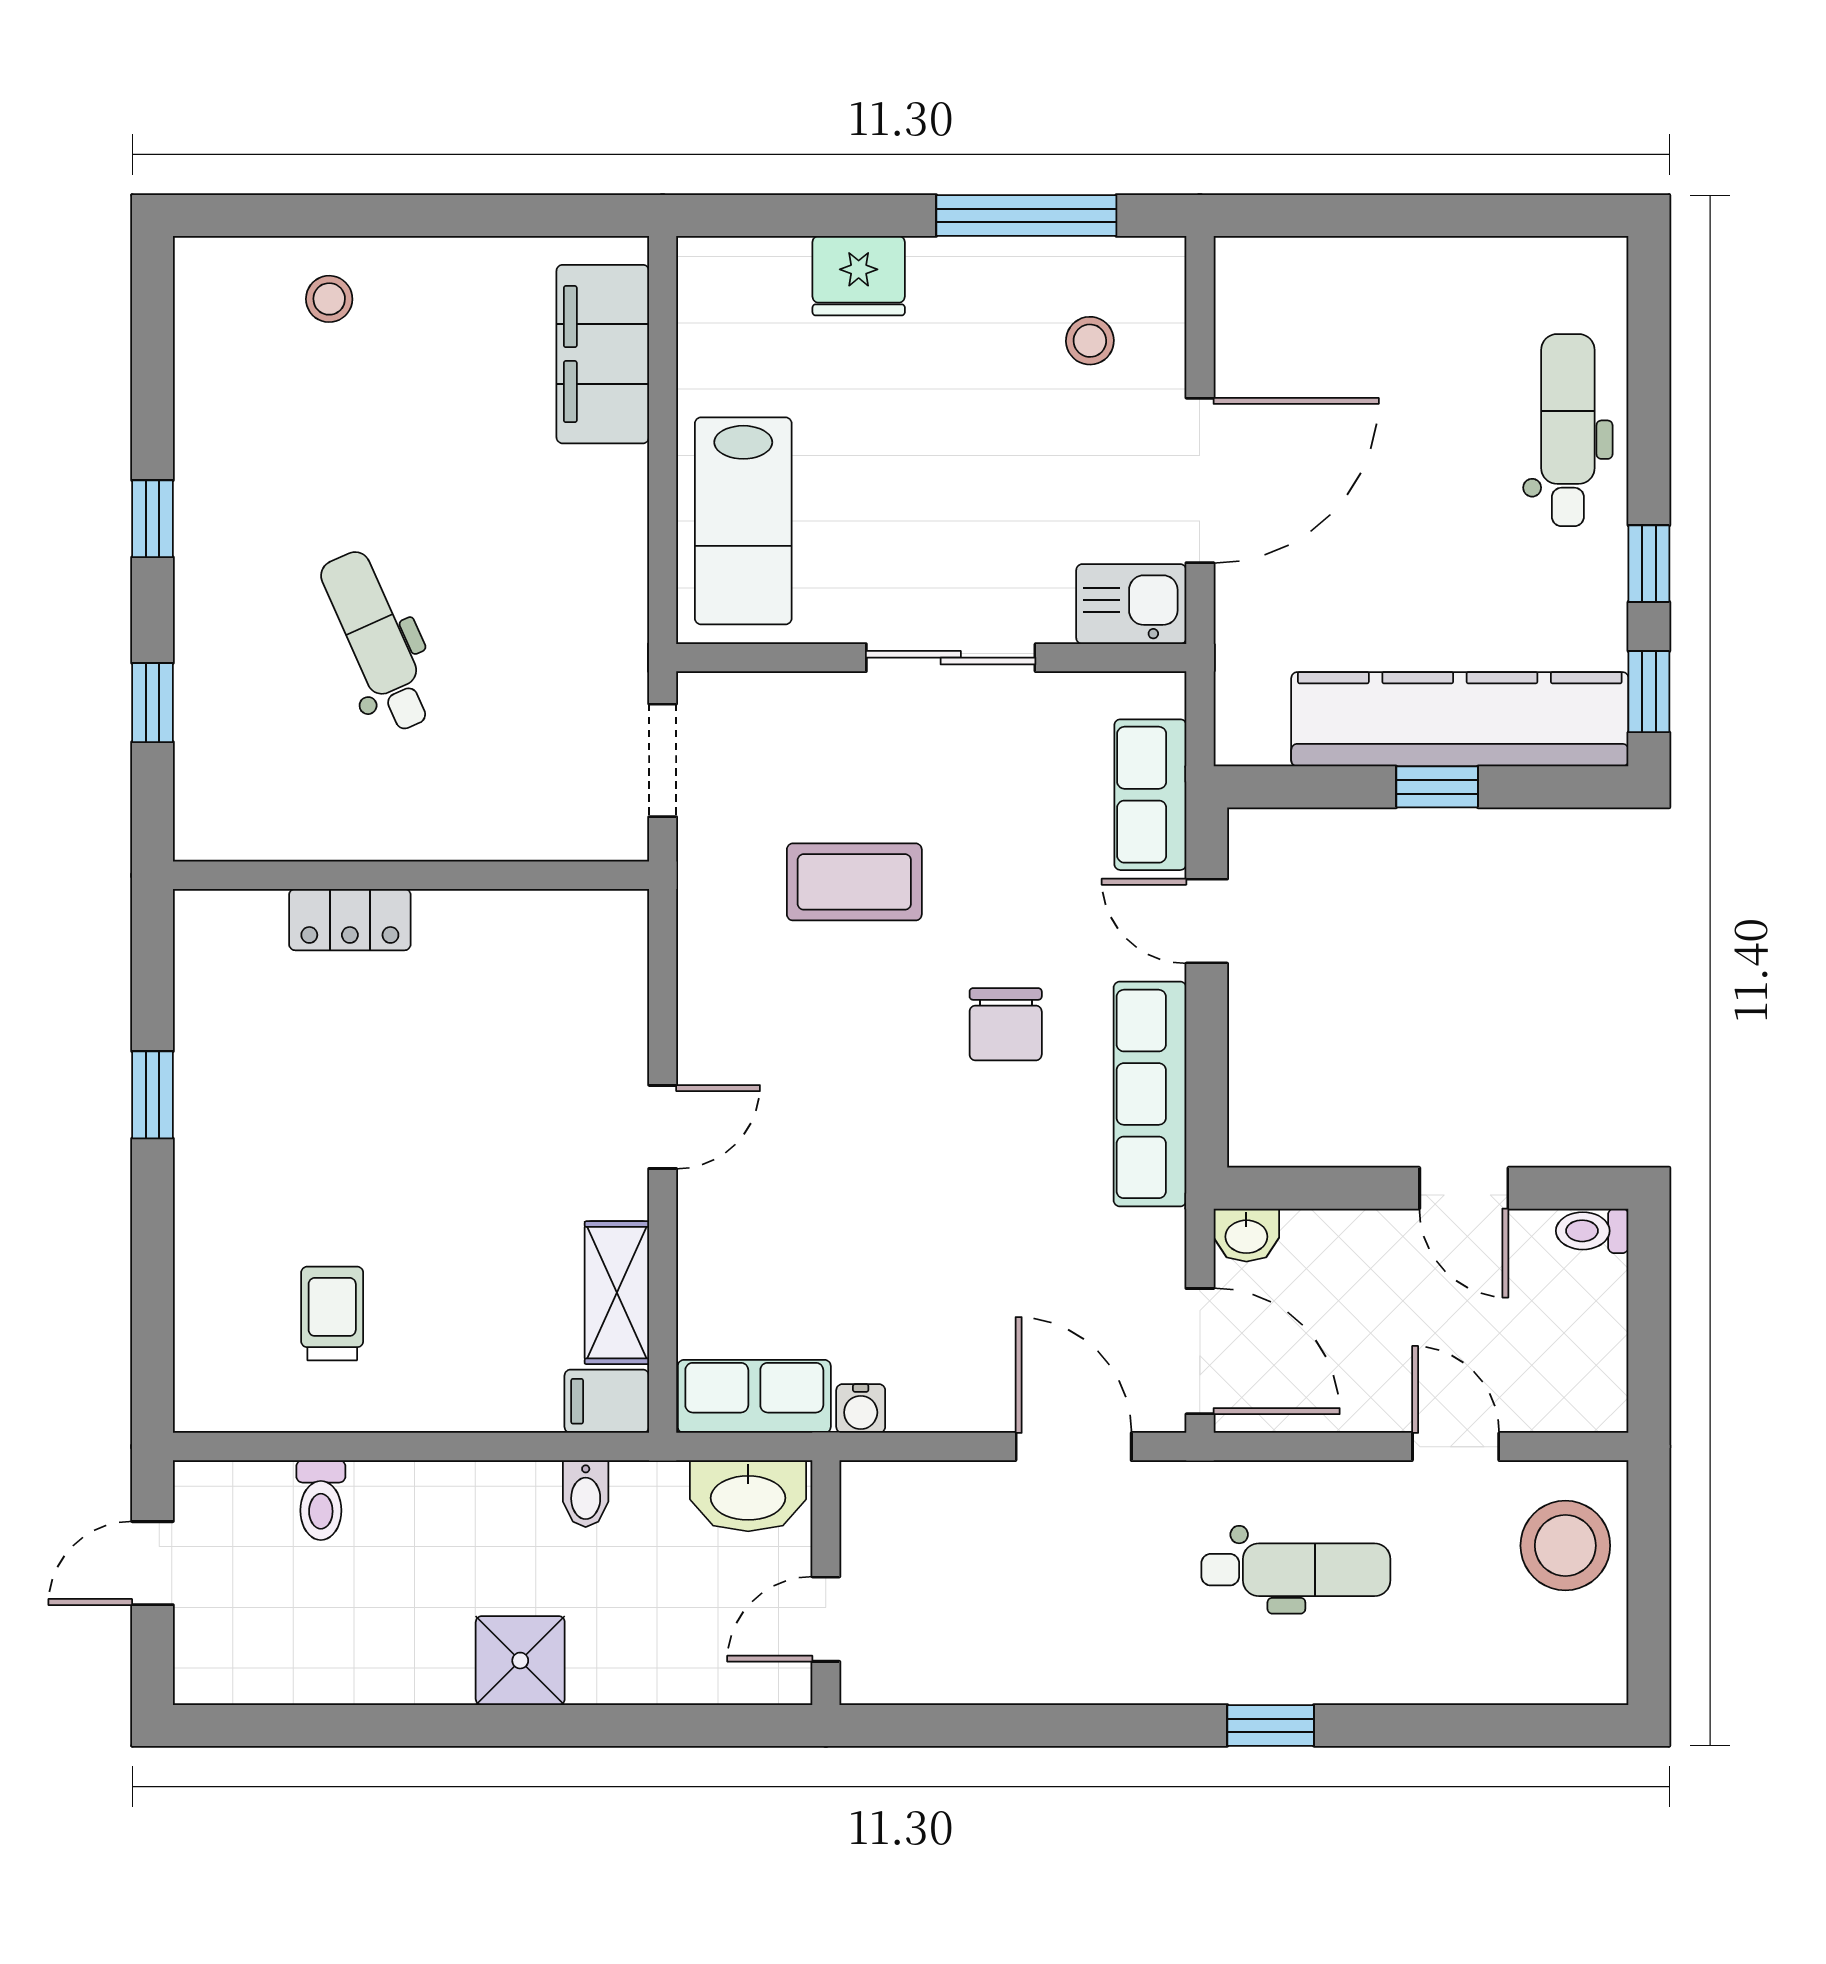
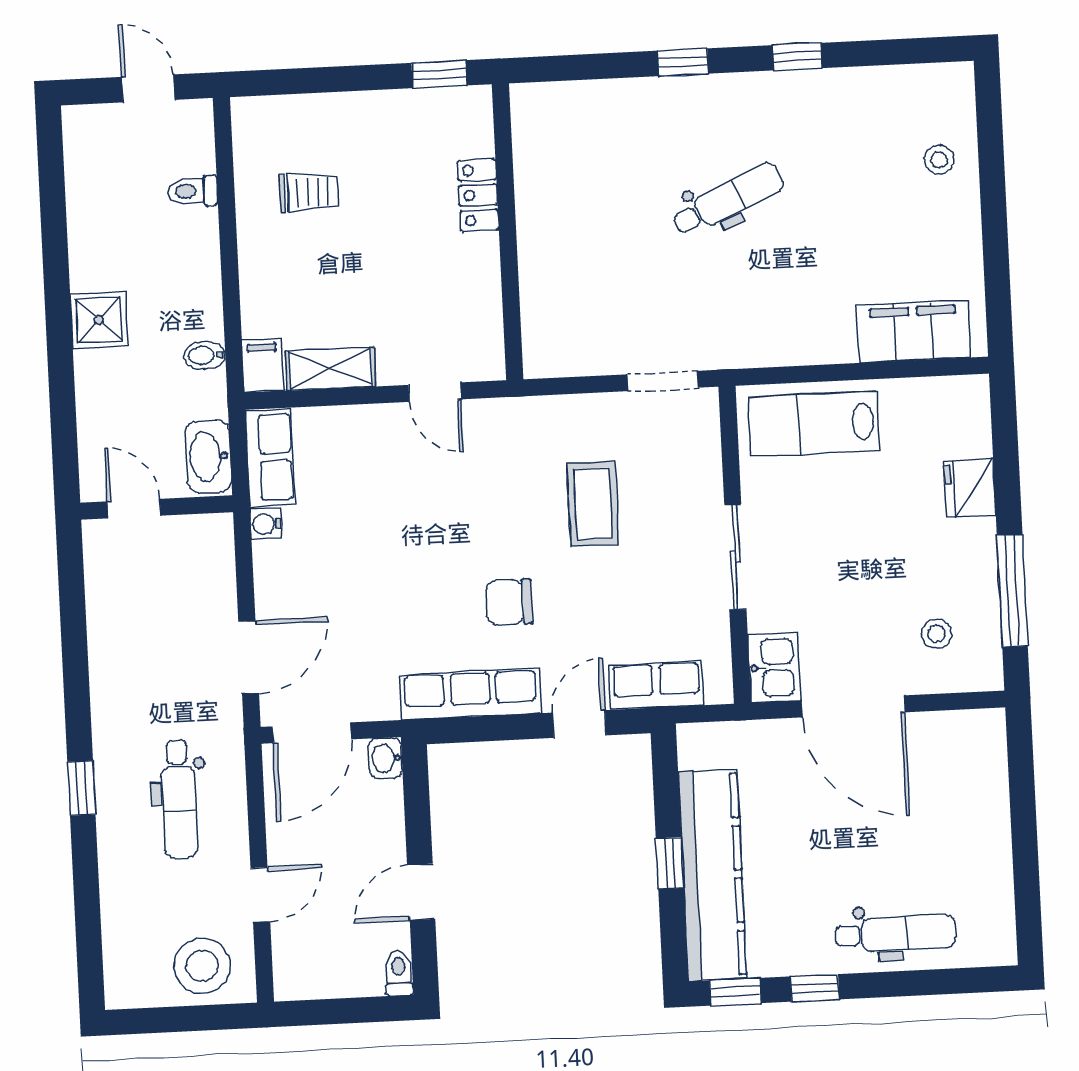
wall: (411, 875) -> (508, 232), moved
locker: (350, 920) -> (478, 195), moved

